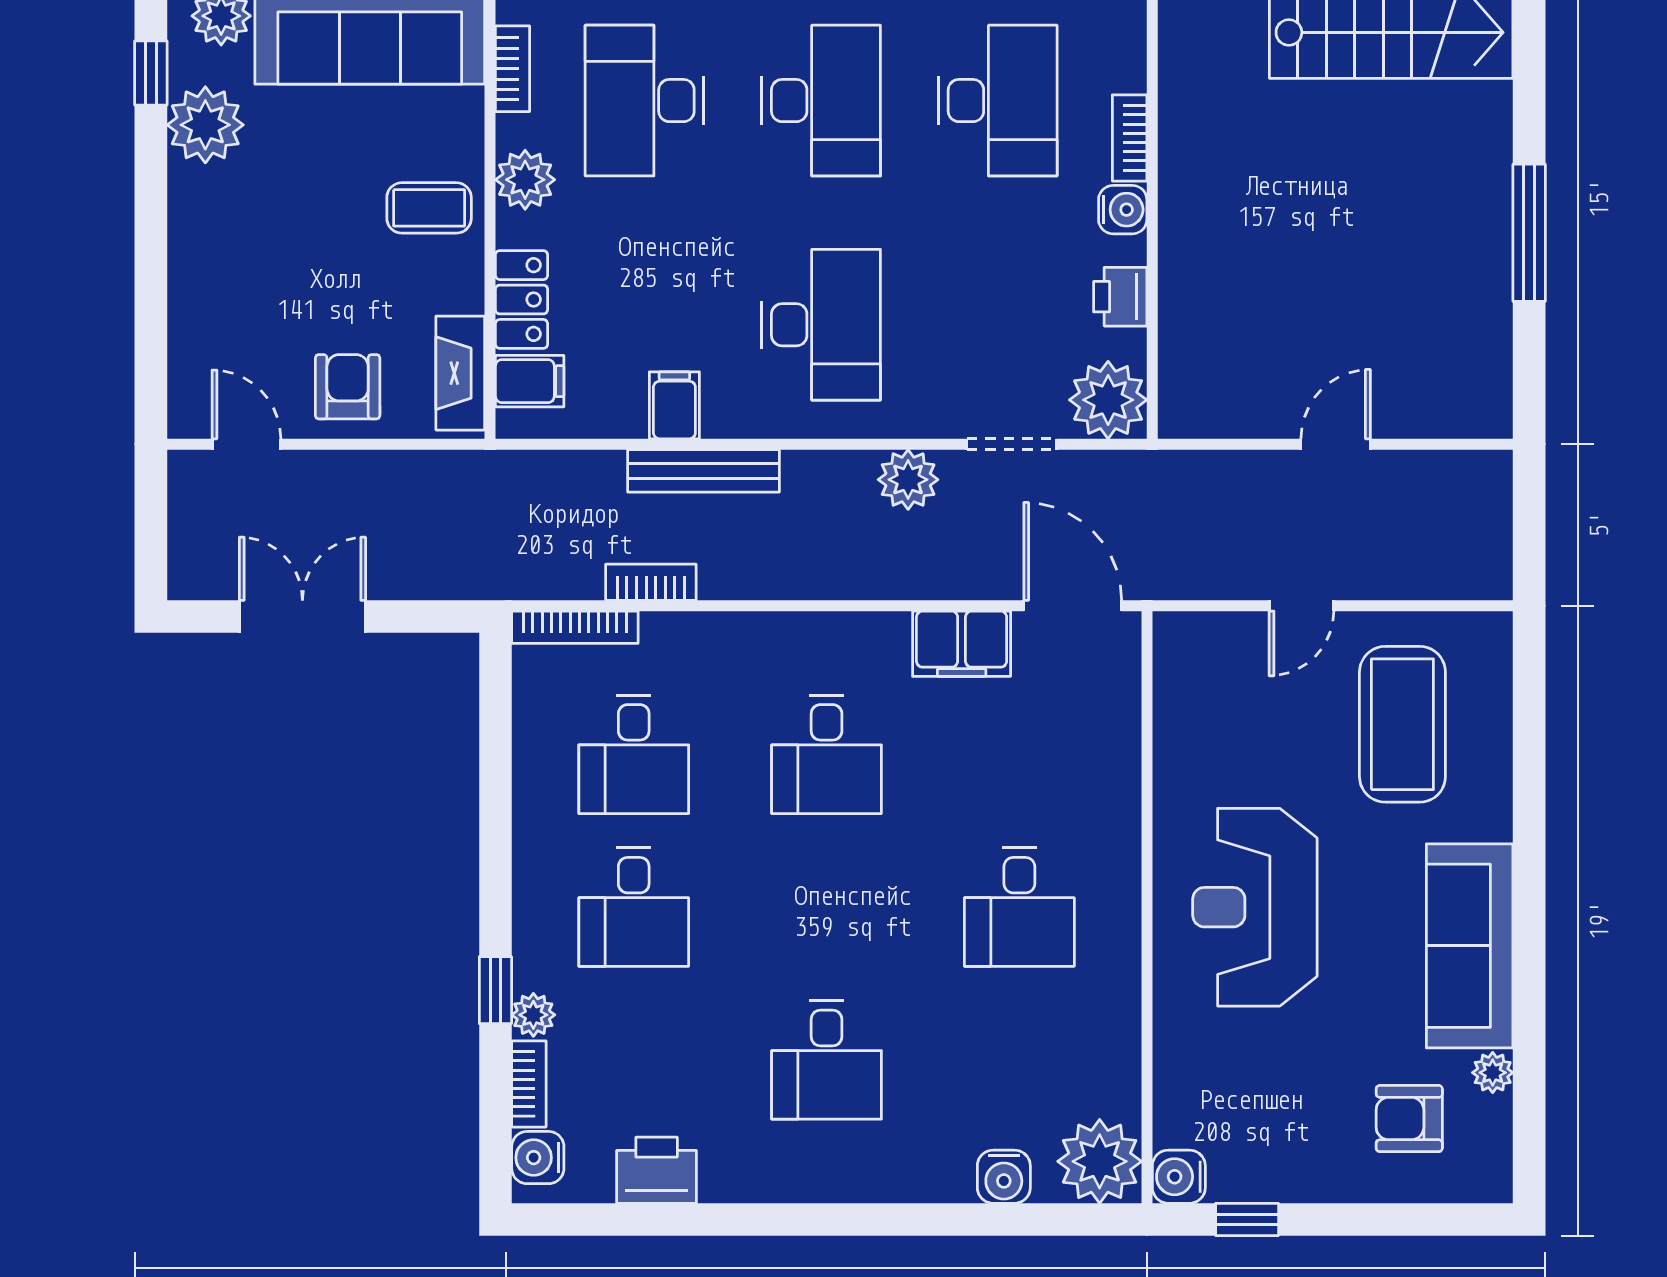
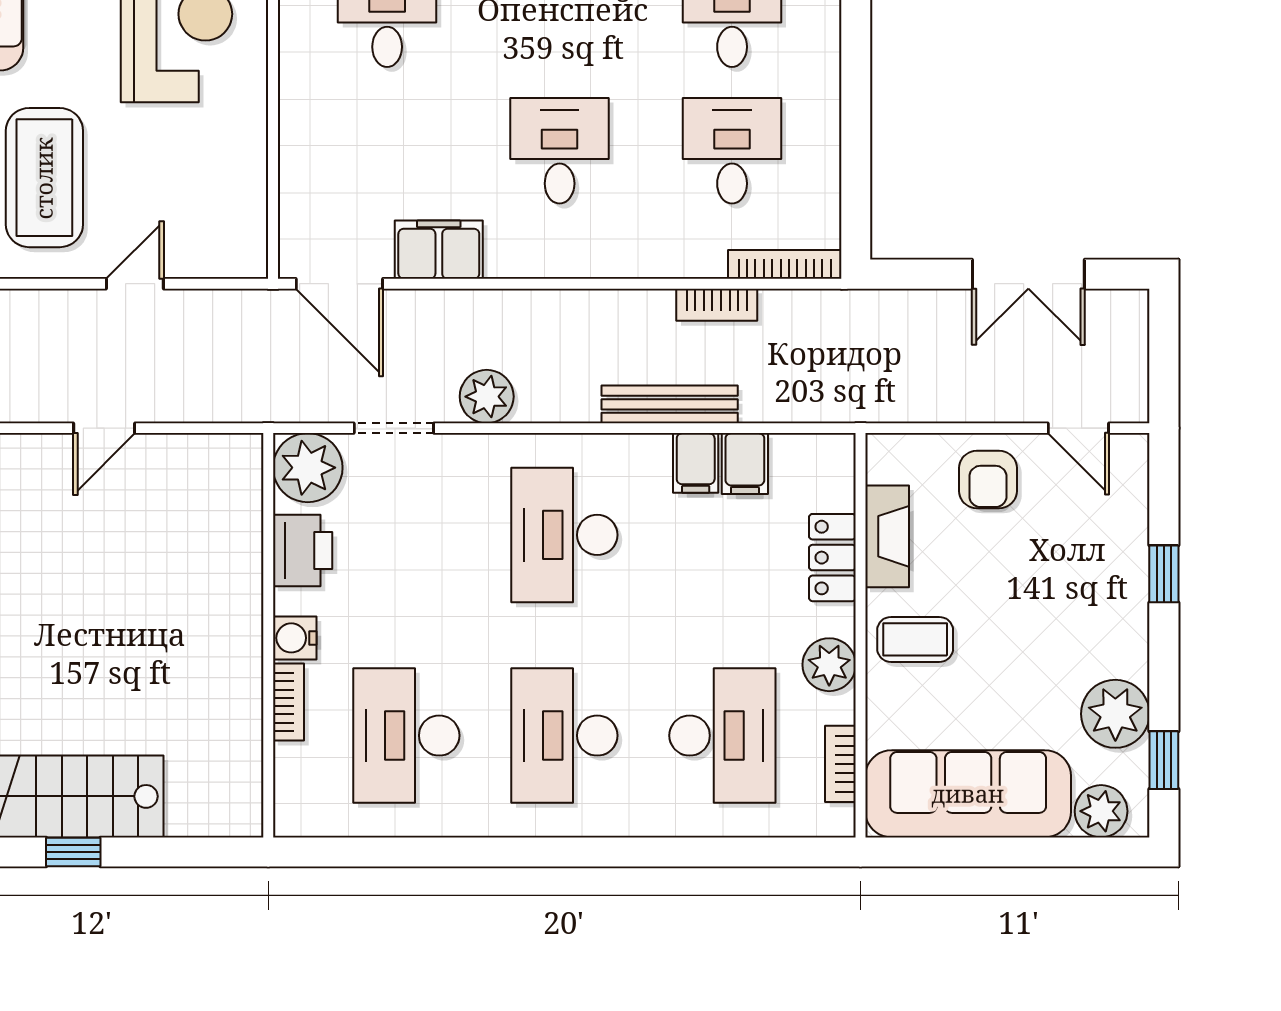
window: (151, 281) -> (1164, 574), added
printer: (1120, 297) -> (303, 551), width x1.36, depth x1.24
fireplace: (460, 373) -> (887, 536), moved
filing cabinet: (530, 381) -> (745, 464), moved, turned -90

